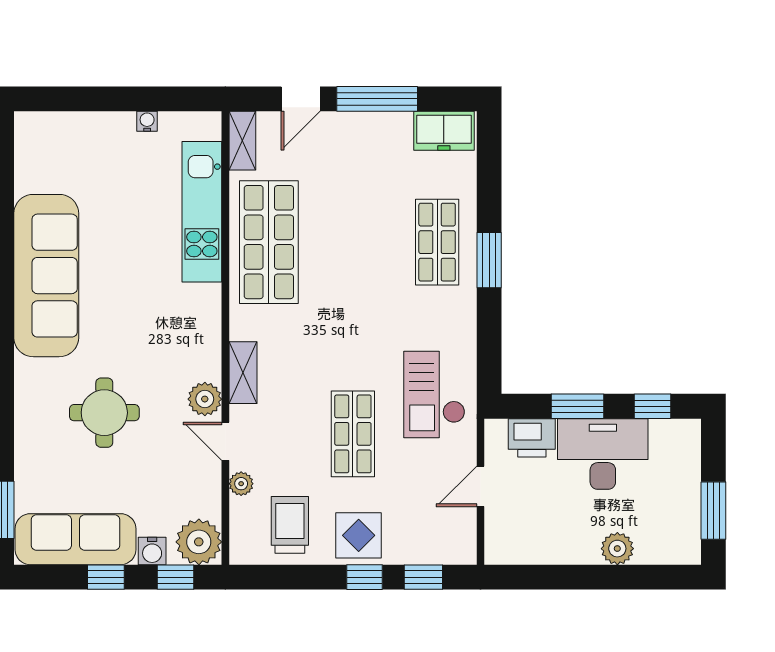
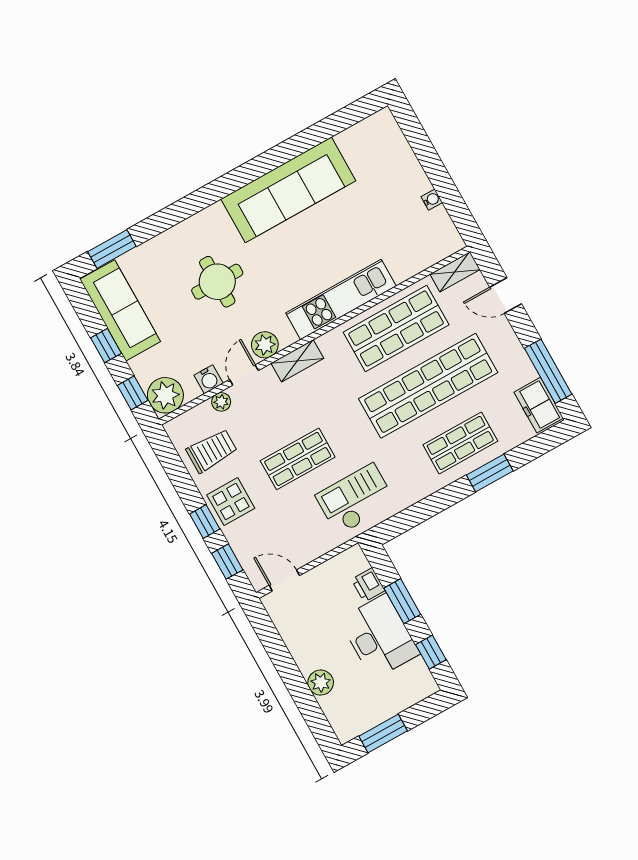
window: (377, 99) -> (548, 371), moved
kitchen unit: (202, 212) -> (341, 300), moved
shop shelf: (353, 242) -> (428, 386), added
window: (489, 260) -> (490, 473), moved
printer: (532, 438) -> (368, 585), width x0.73, depth x0.81
door: (480, 486) -> (284, 580), moved
water cooler: (152, 551) -> (209, 379), moved, turned -90

